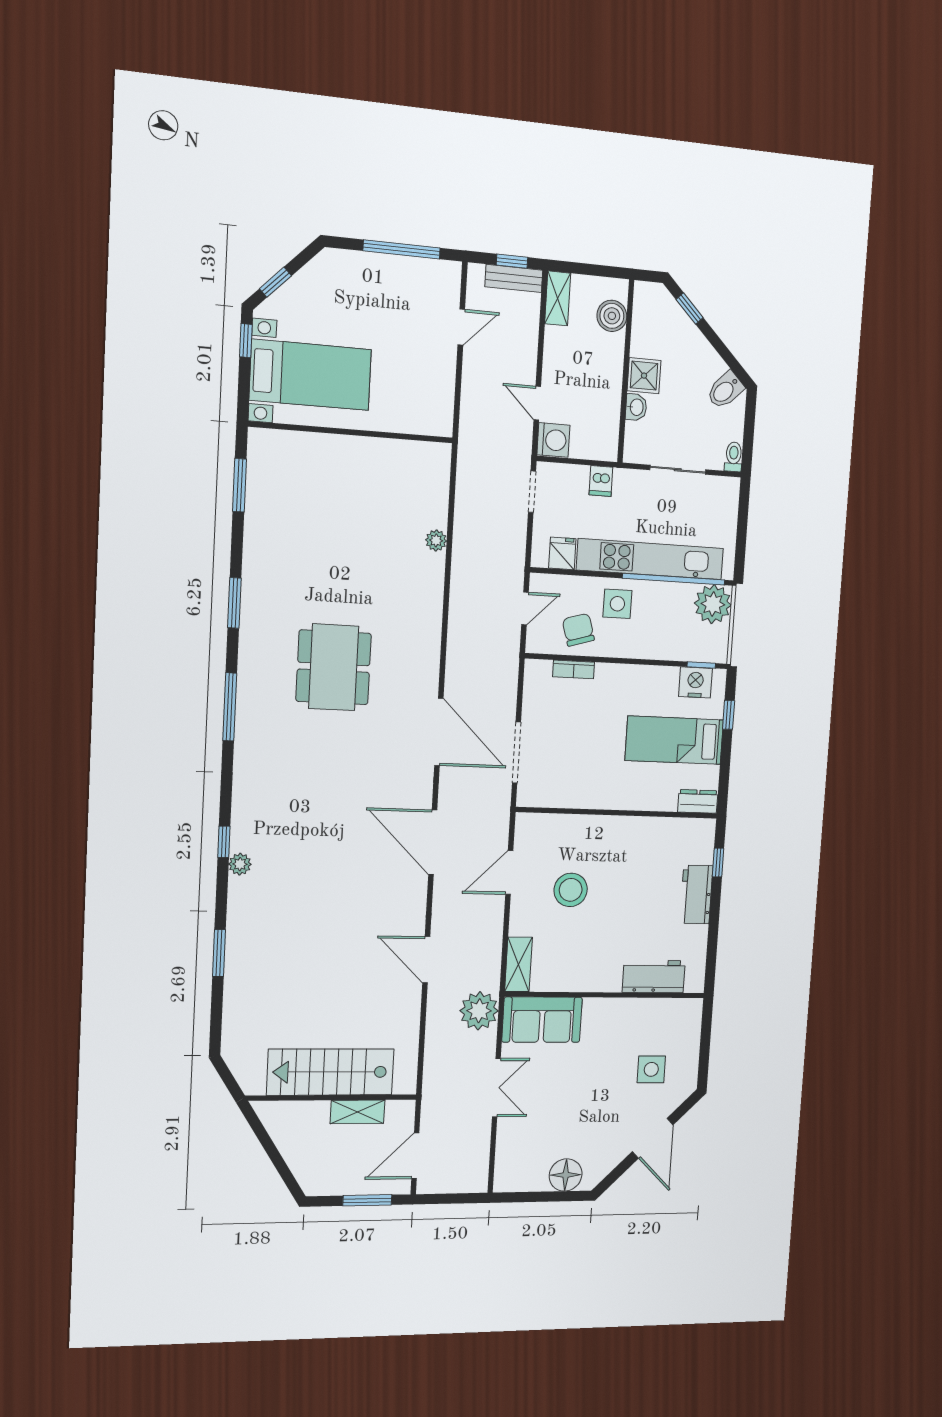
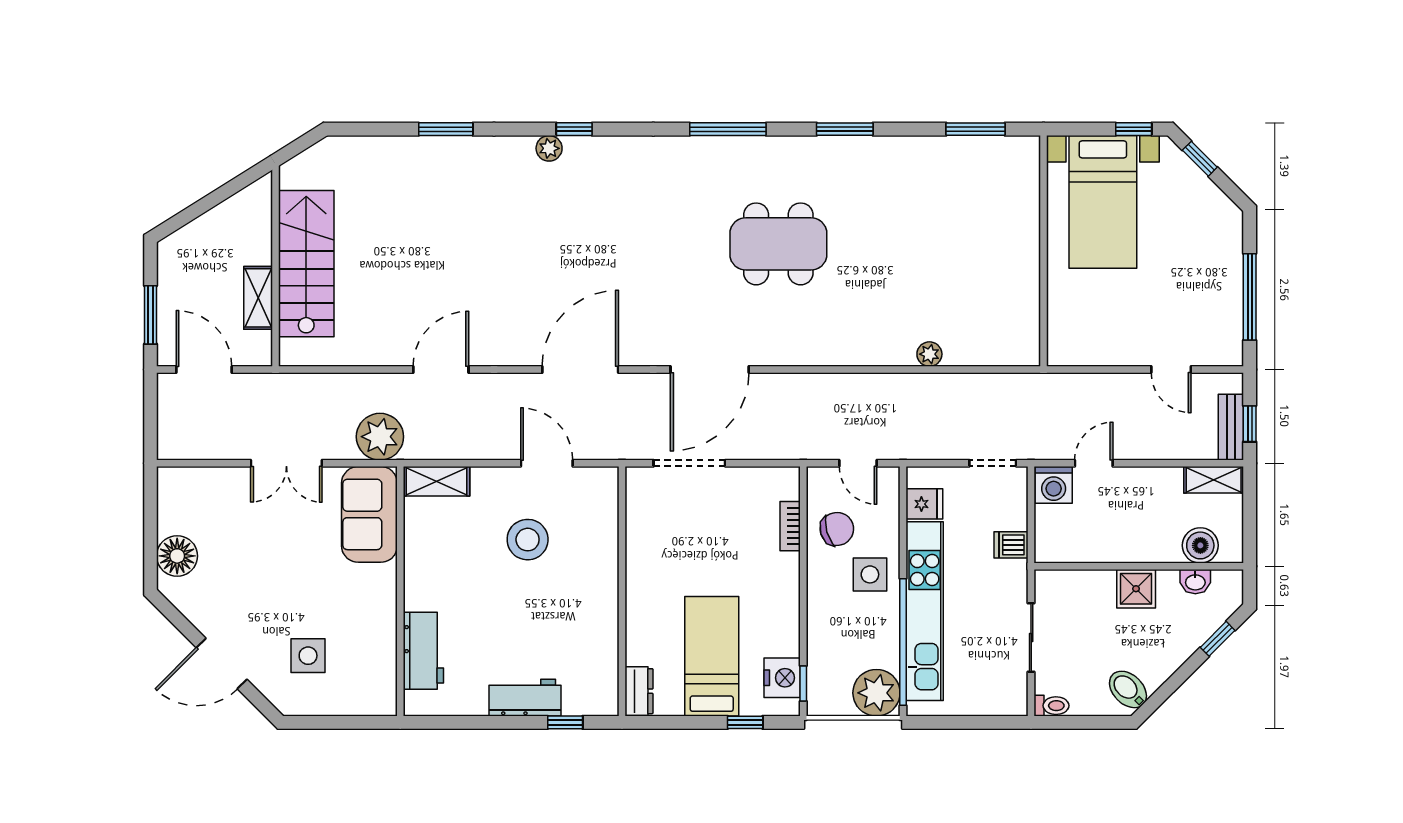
washbasin: (636, 407) -> (1195, 582), moved

